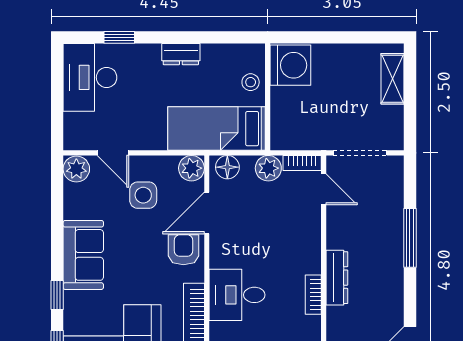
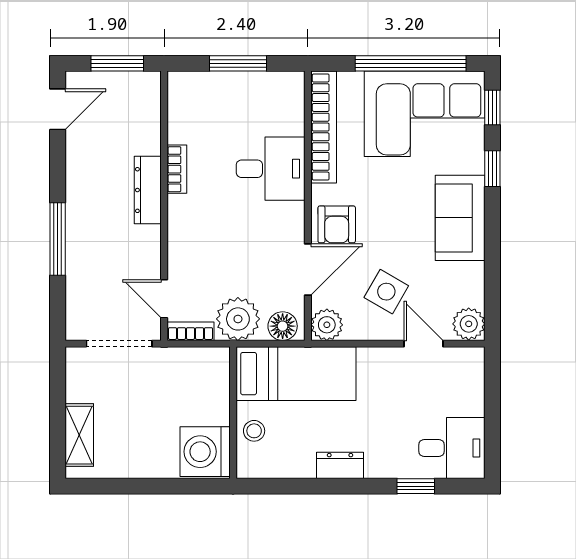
desk: (90, 77) -> (452, 448), width x0.73
plant: (268, 168) -> (238, 319), width x1.36, depth x1.36
side table: (143, 195) -> (386, 292), turned 30

